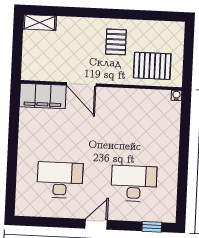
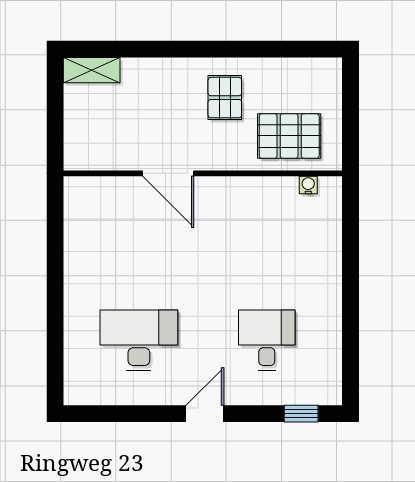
water cooler: (176, 95) -> (308, 185), moved
filing cabinet: (43, 96) -> (103, 197), removed
desk: (134, 183) -> (267, 340), width x0.73

